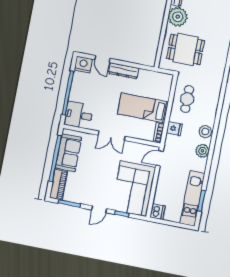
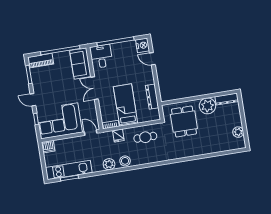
door: (102, 59) -> (152, 59), hinge flipped
dresser: (124, 71) -> (152, 97), moved
sofa: (68, 153) -> (80, 64), moved, turned 90

